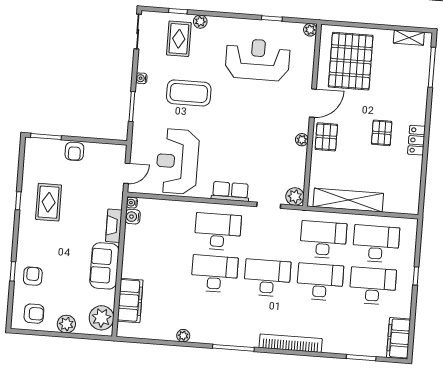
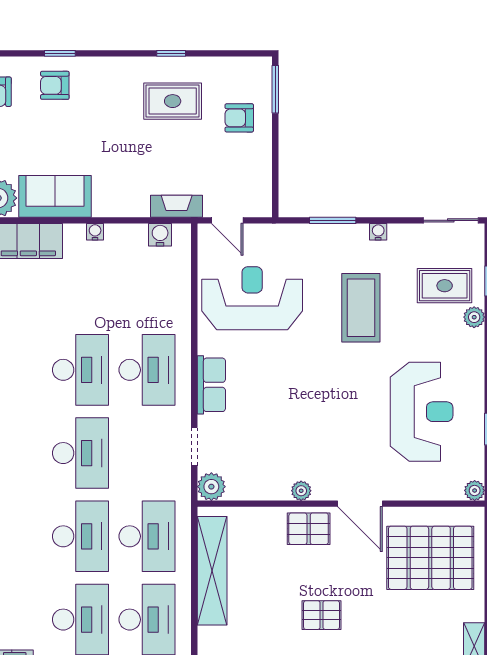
armchair: (74, 151) -> (239, 118), moved
water cooler: (132, 203) -> (95, 232), moved
fireplace: (114, 226) -> (177, 206), moved
sofa: (104, 266) -> (55, 196), moved
armchair: (33, 276) -> (55, 85), turned 180

